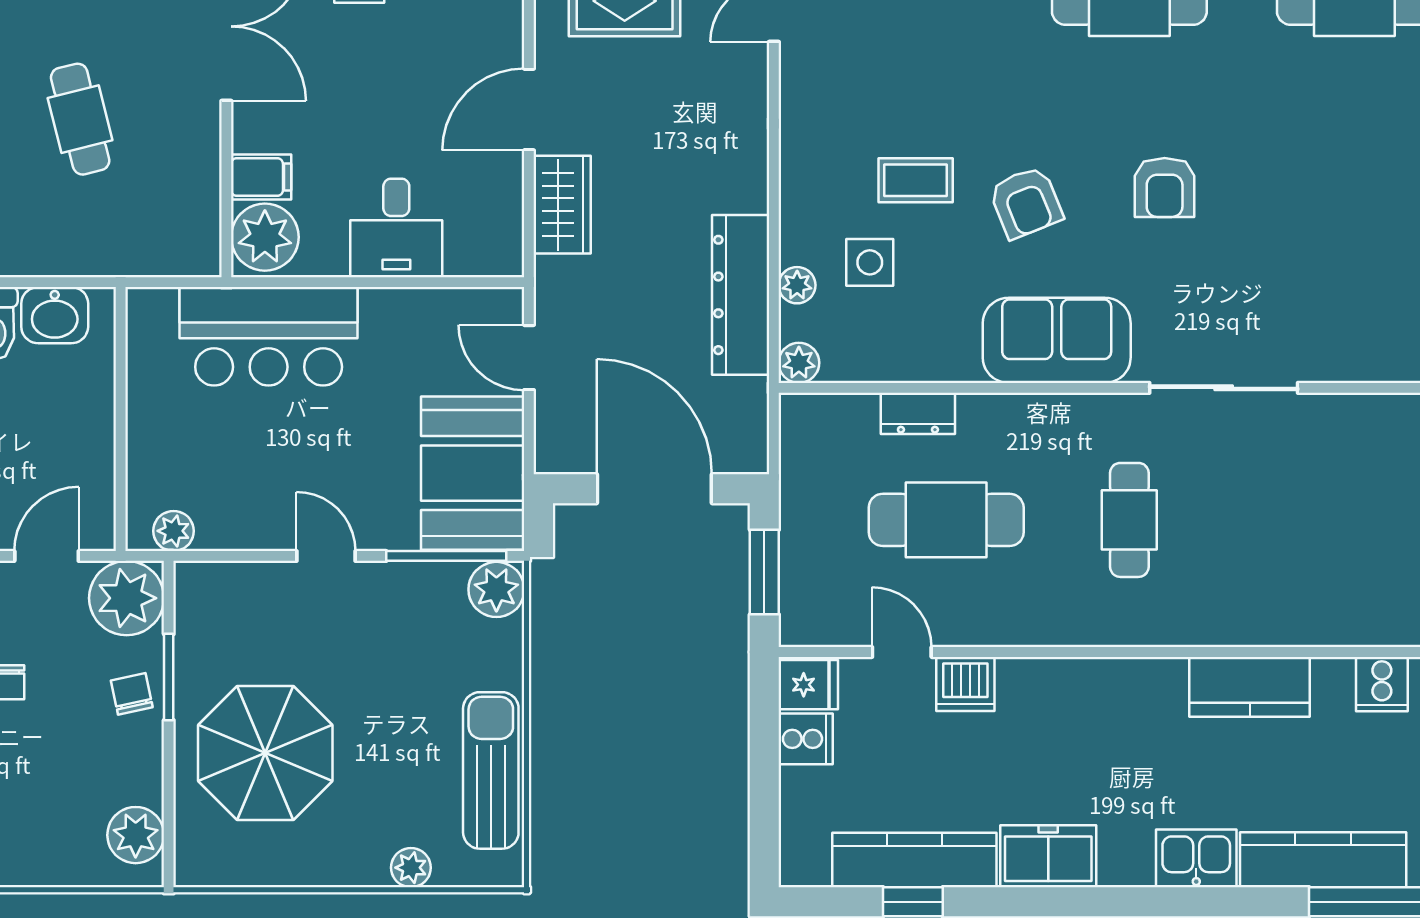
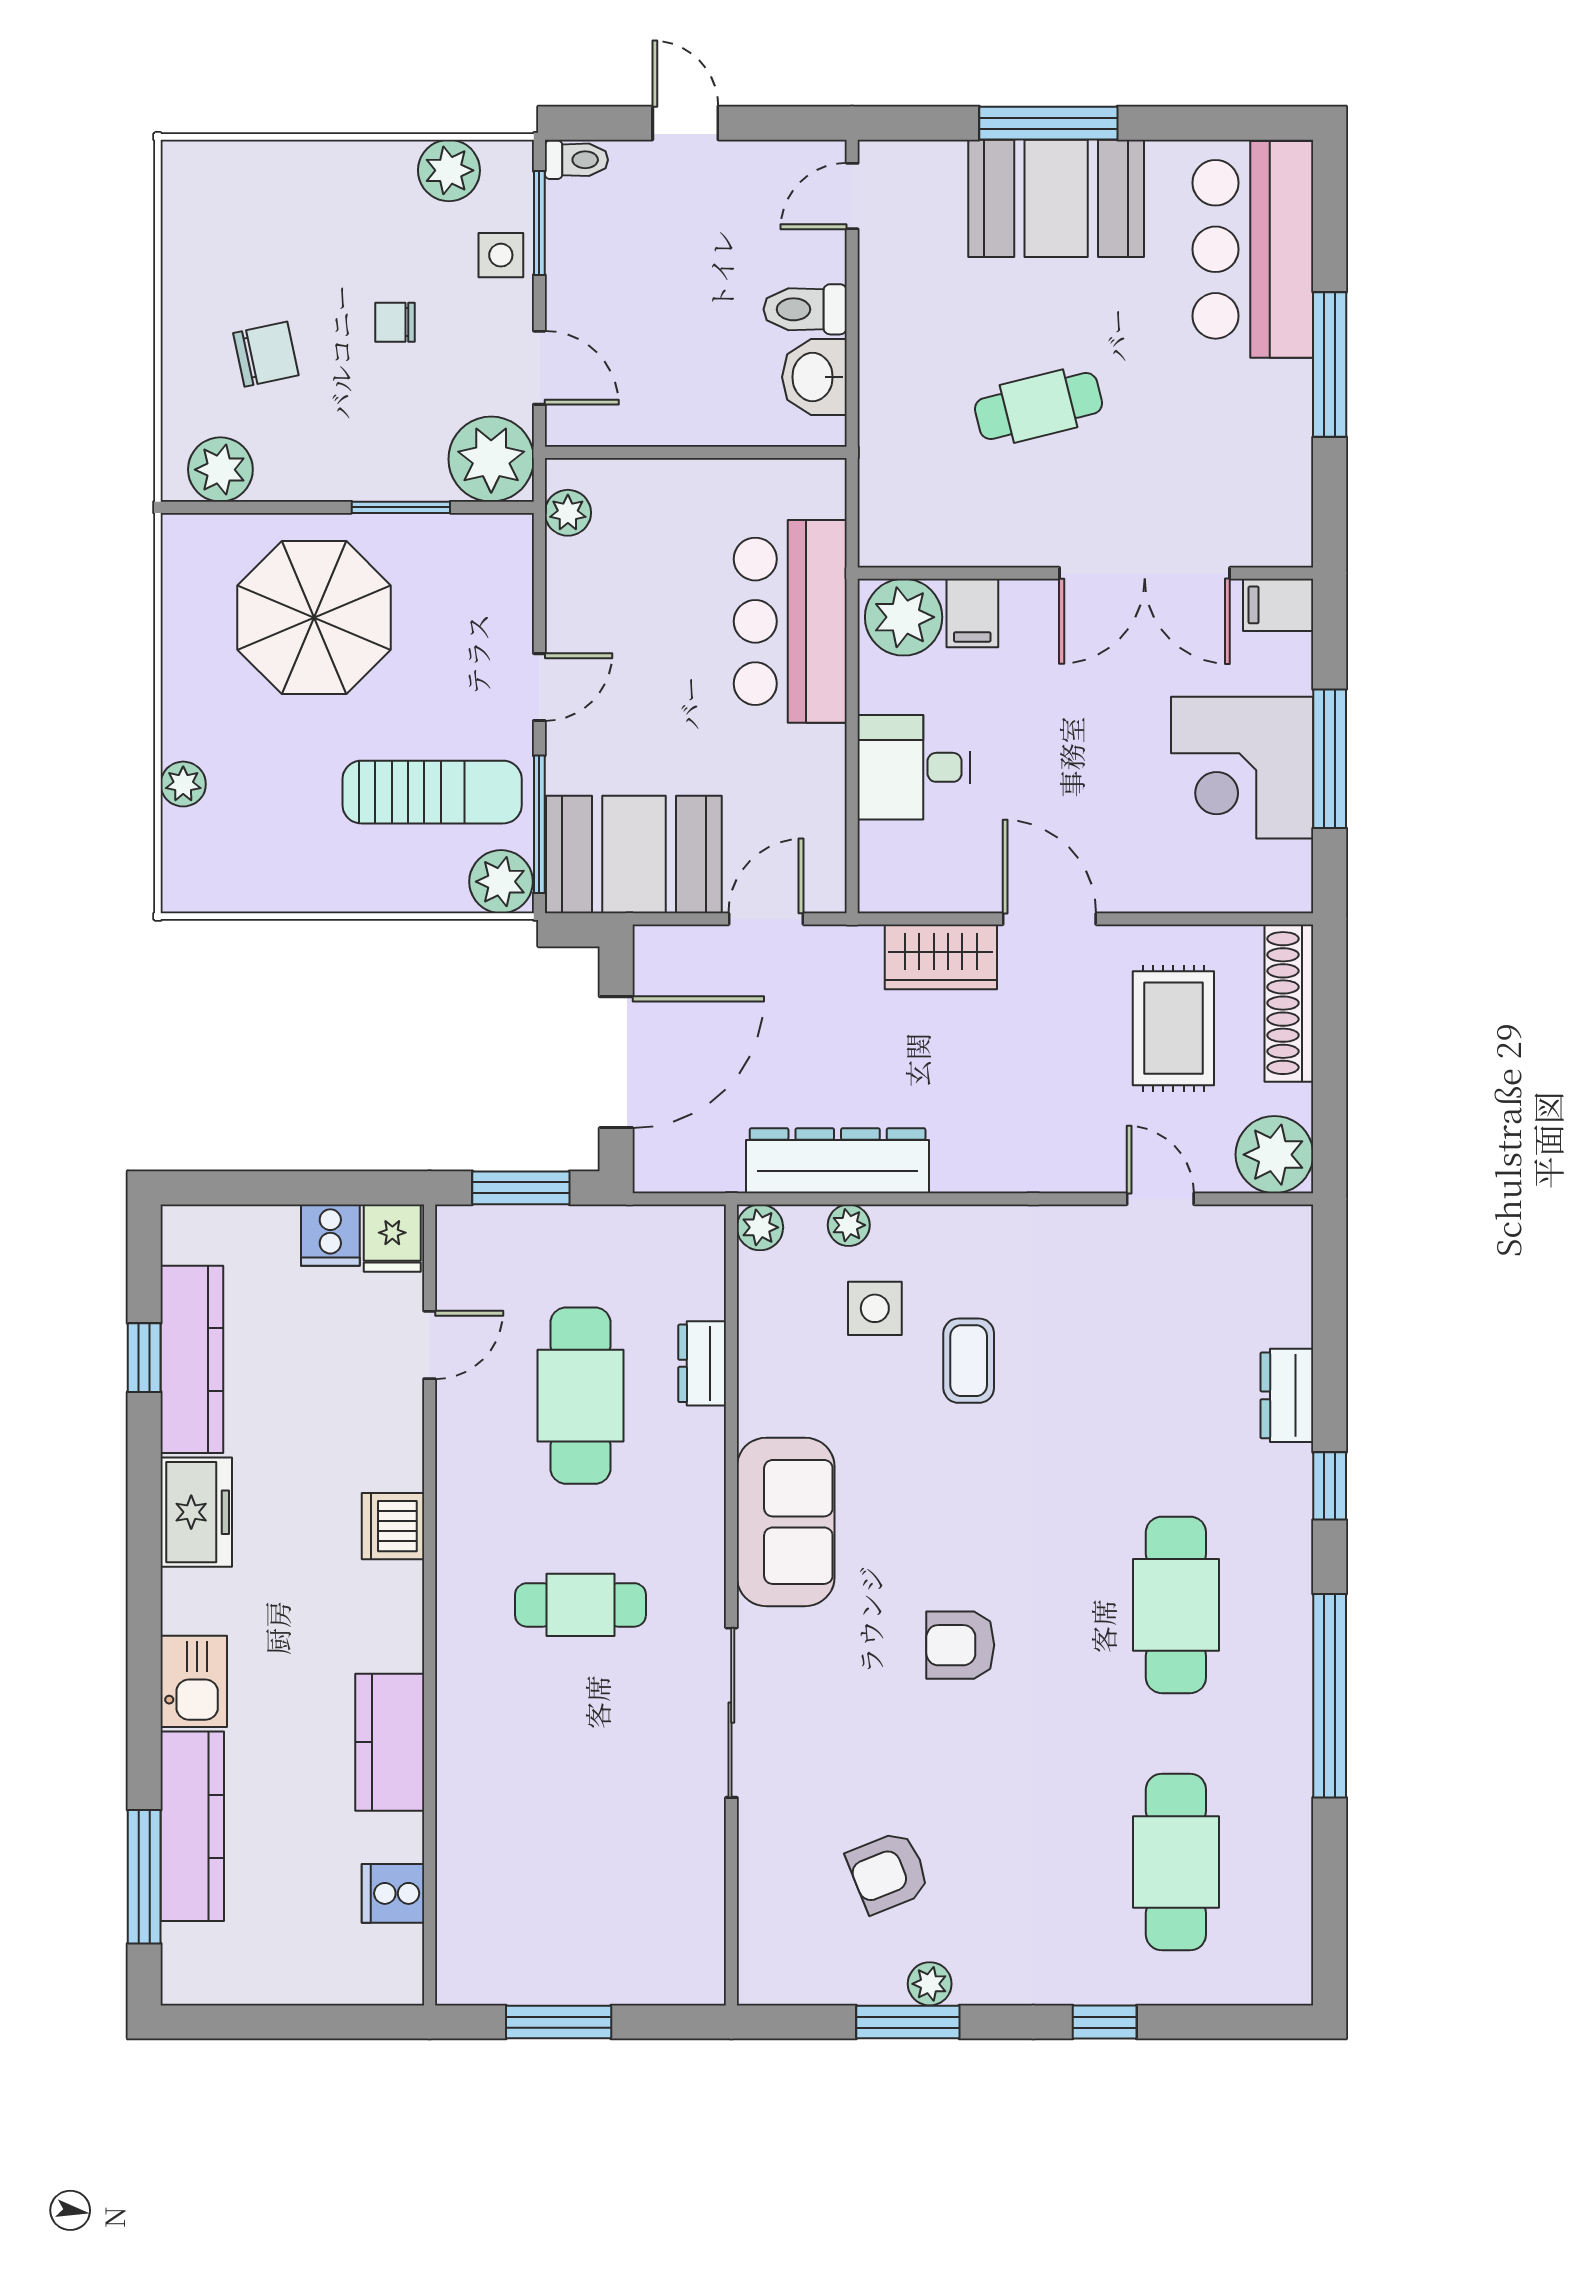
armchair: (1026, 202) -> (888, 1872), moved
dishwasher: (965, 684) -> (393, 1526), moved
chair: (132, 694) -> (266, 354), moved, width x1.37, depth x1.37
sun lounger: (491, 770) -> (432, 792), moved

